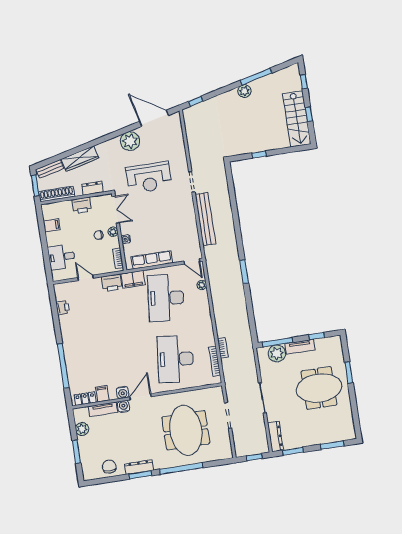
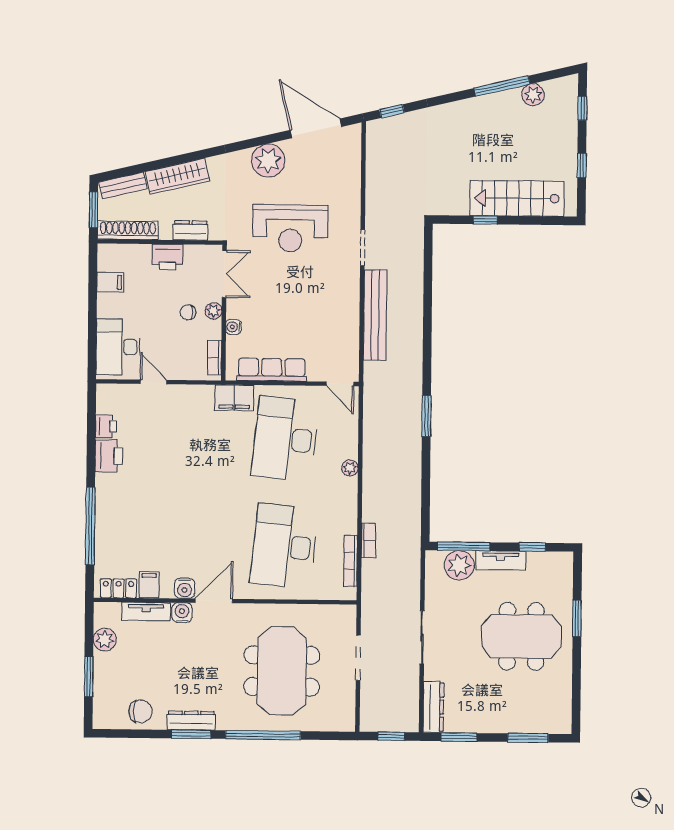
plant: (244, 91) -> (533, 95), moved
stairs: (297, 119) -> (517, 198), moved, turned 90
desk: (62, 257) -> (118, 347), width x1.37
printer: (112, 283) -> (109, 456), moved, turned -90
plant: (202, 285) -> (350, 468), moved
chair: (109, 467) -> (140, 711), turned 90

